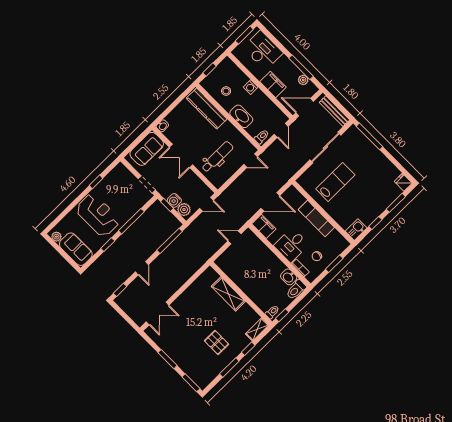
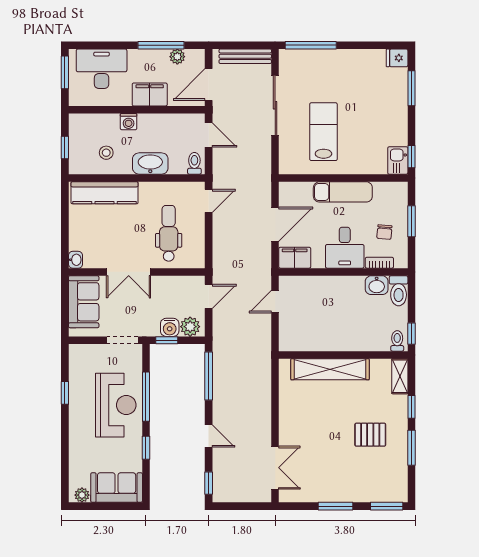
reception desk: (98, 215) -> (116, 405), moved, turned 90
window: (375, 223) -> (411, 157), moved
shelving: (228, 294) -> (330, 369), width x1.47

